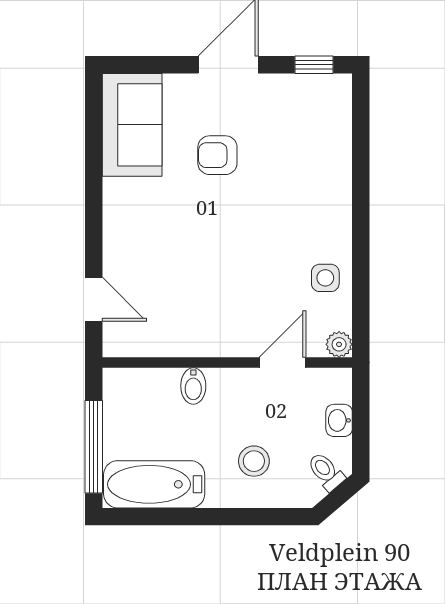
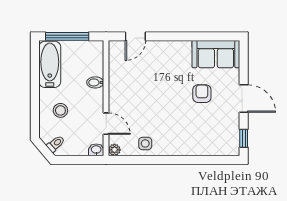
washbasin: (339, 420) -> (96, 150), moved

